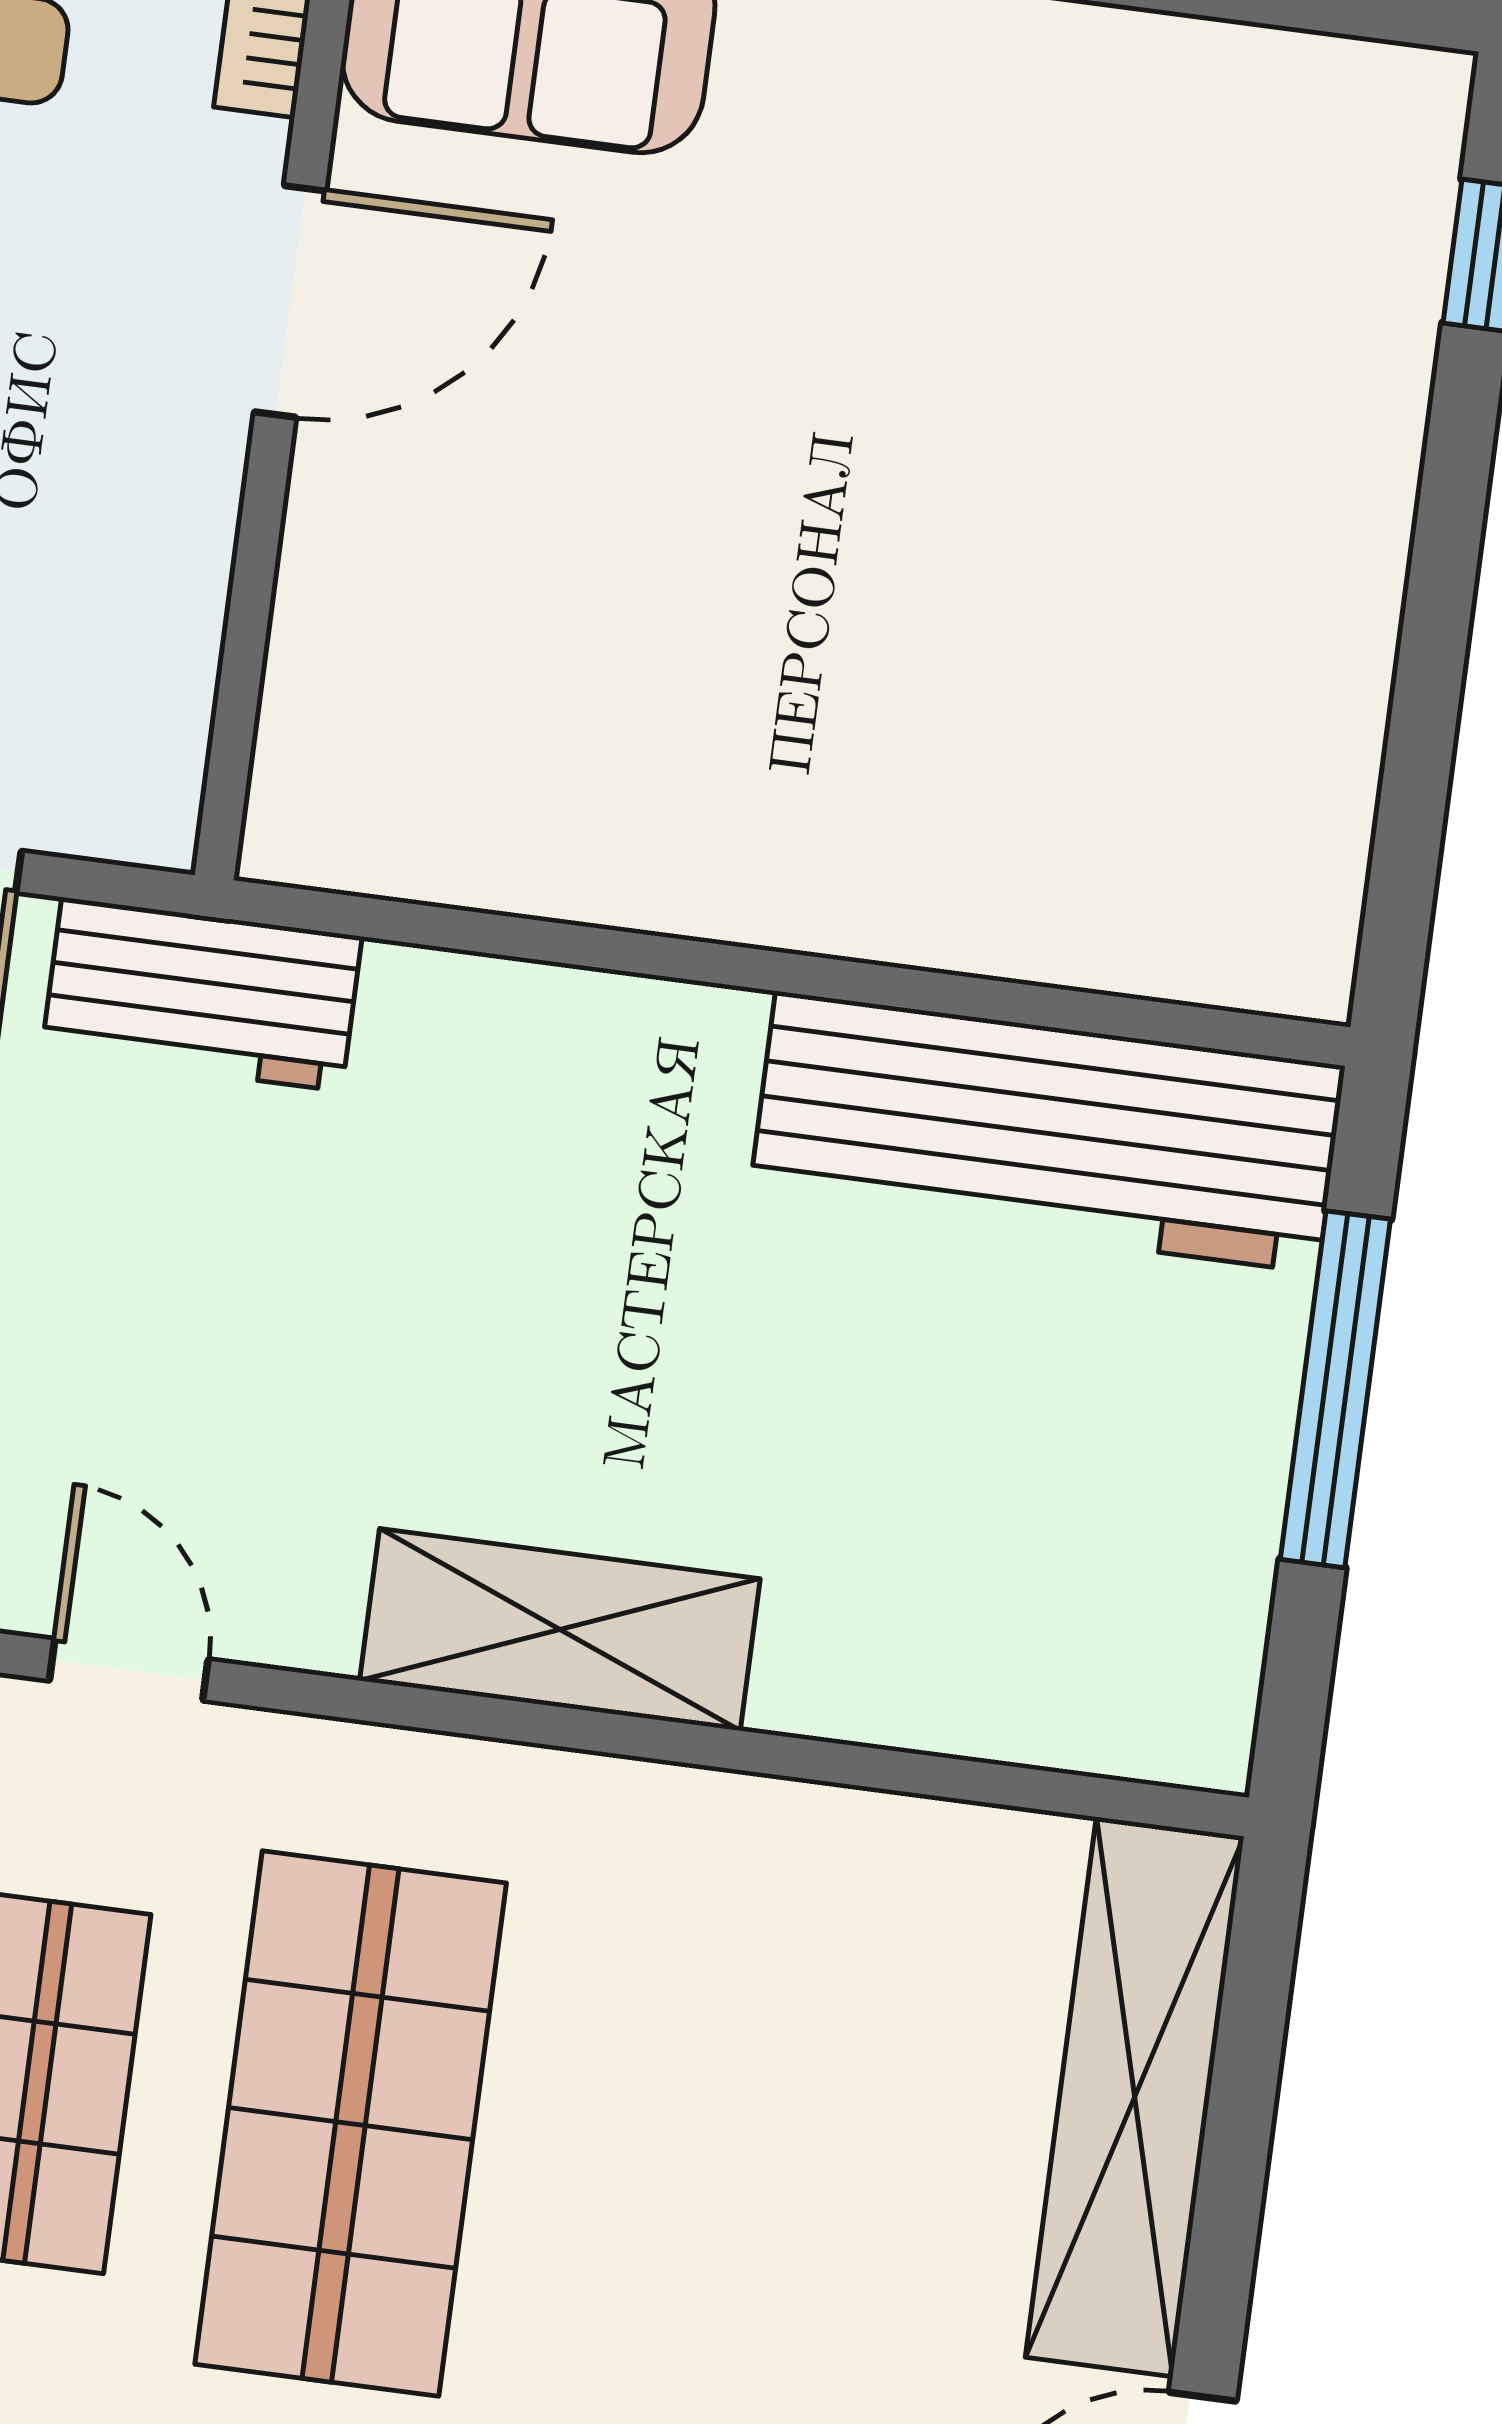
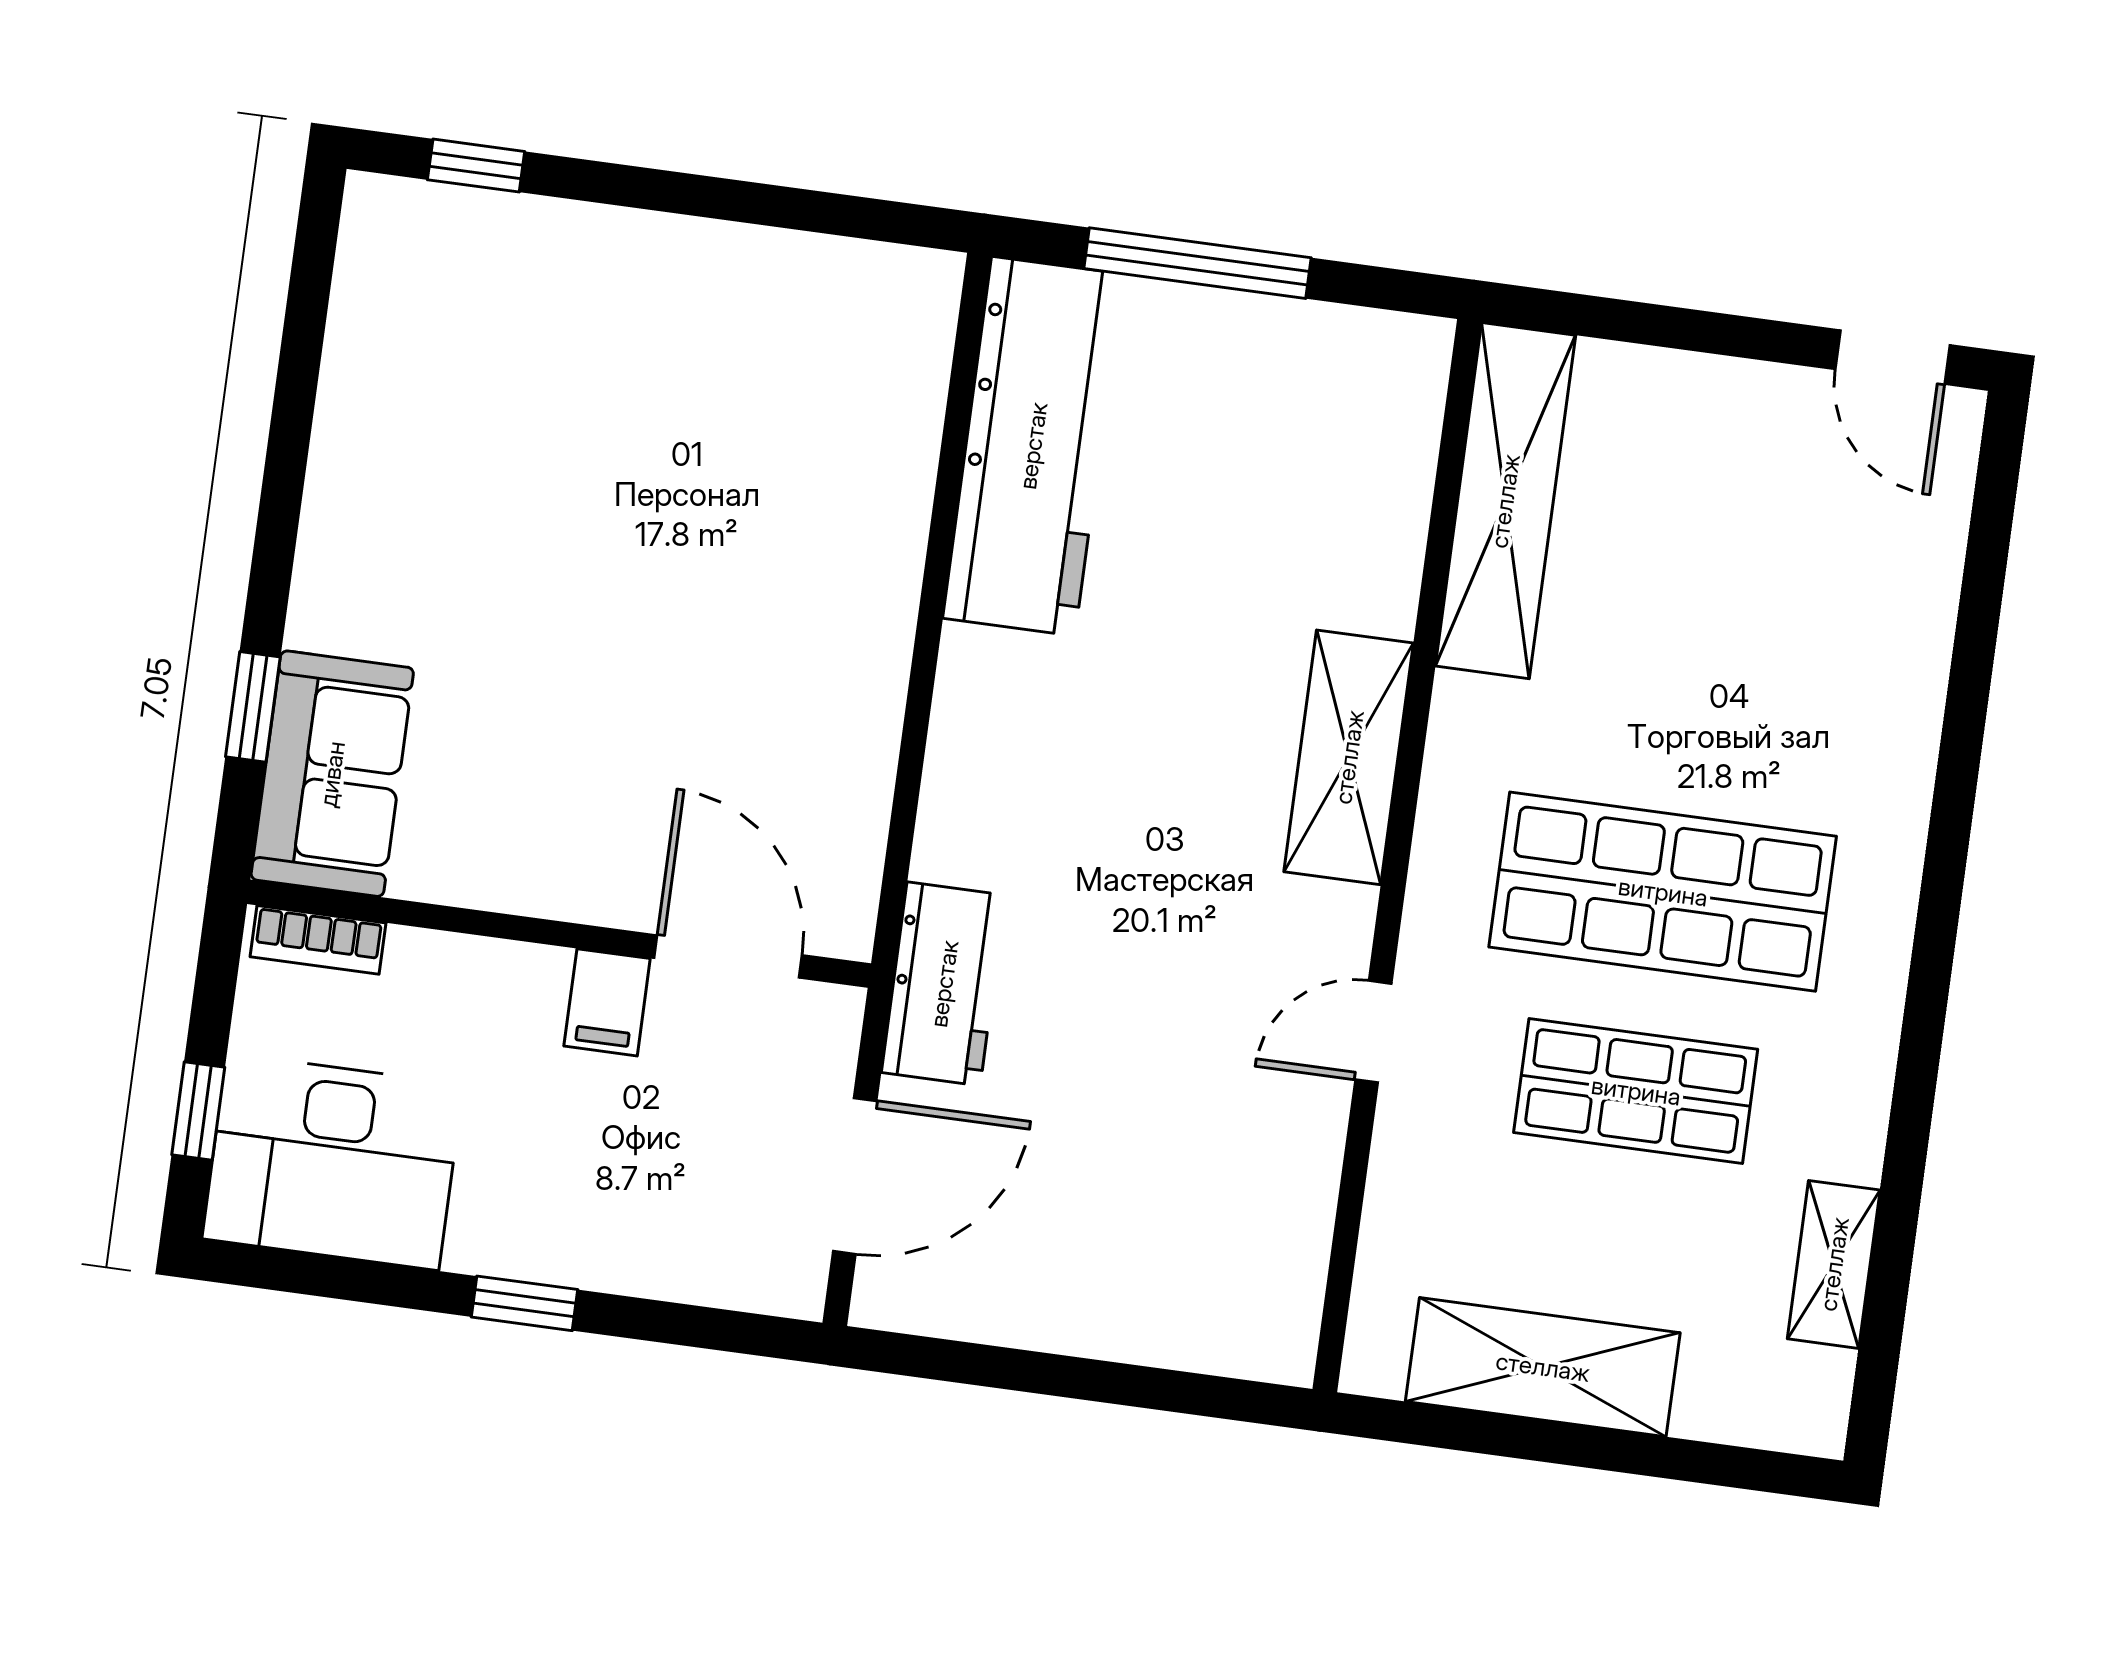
door: (290, 301) -> (728, 957), moved
filing cabinet: (171, 466) -> (607, 1002), added
shelving: (1135, 2097) -> (1505, 501), moved, turned 90

